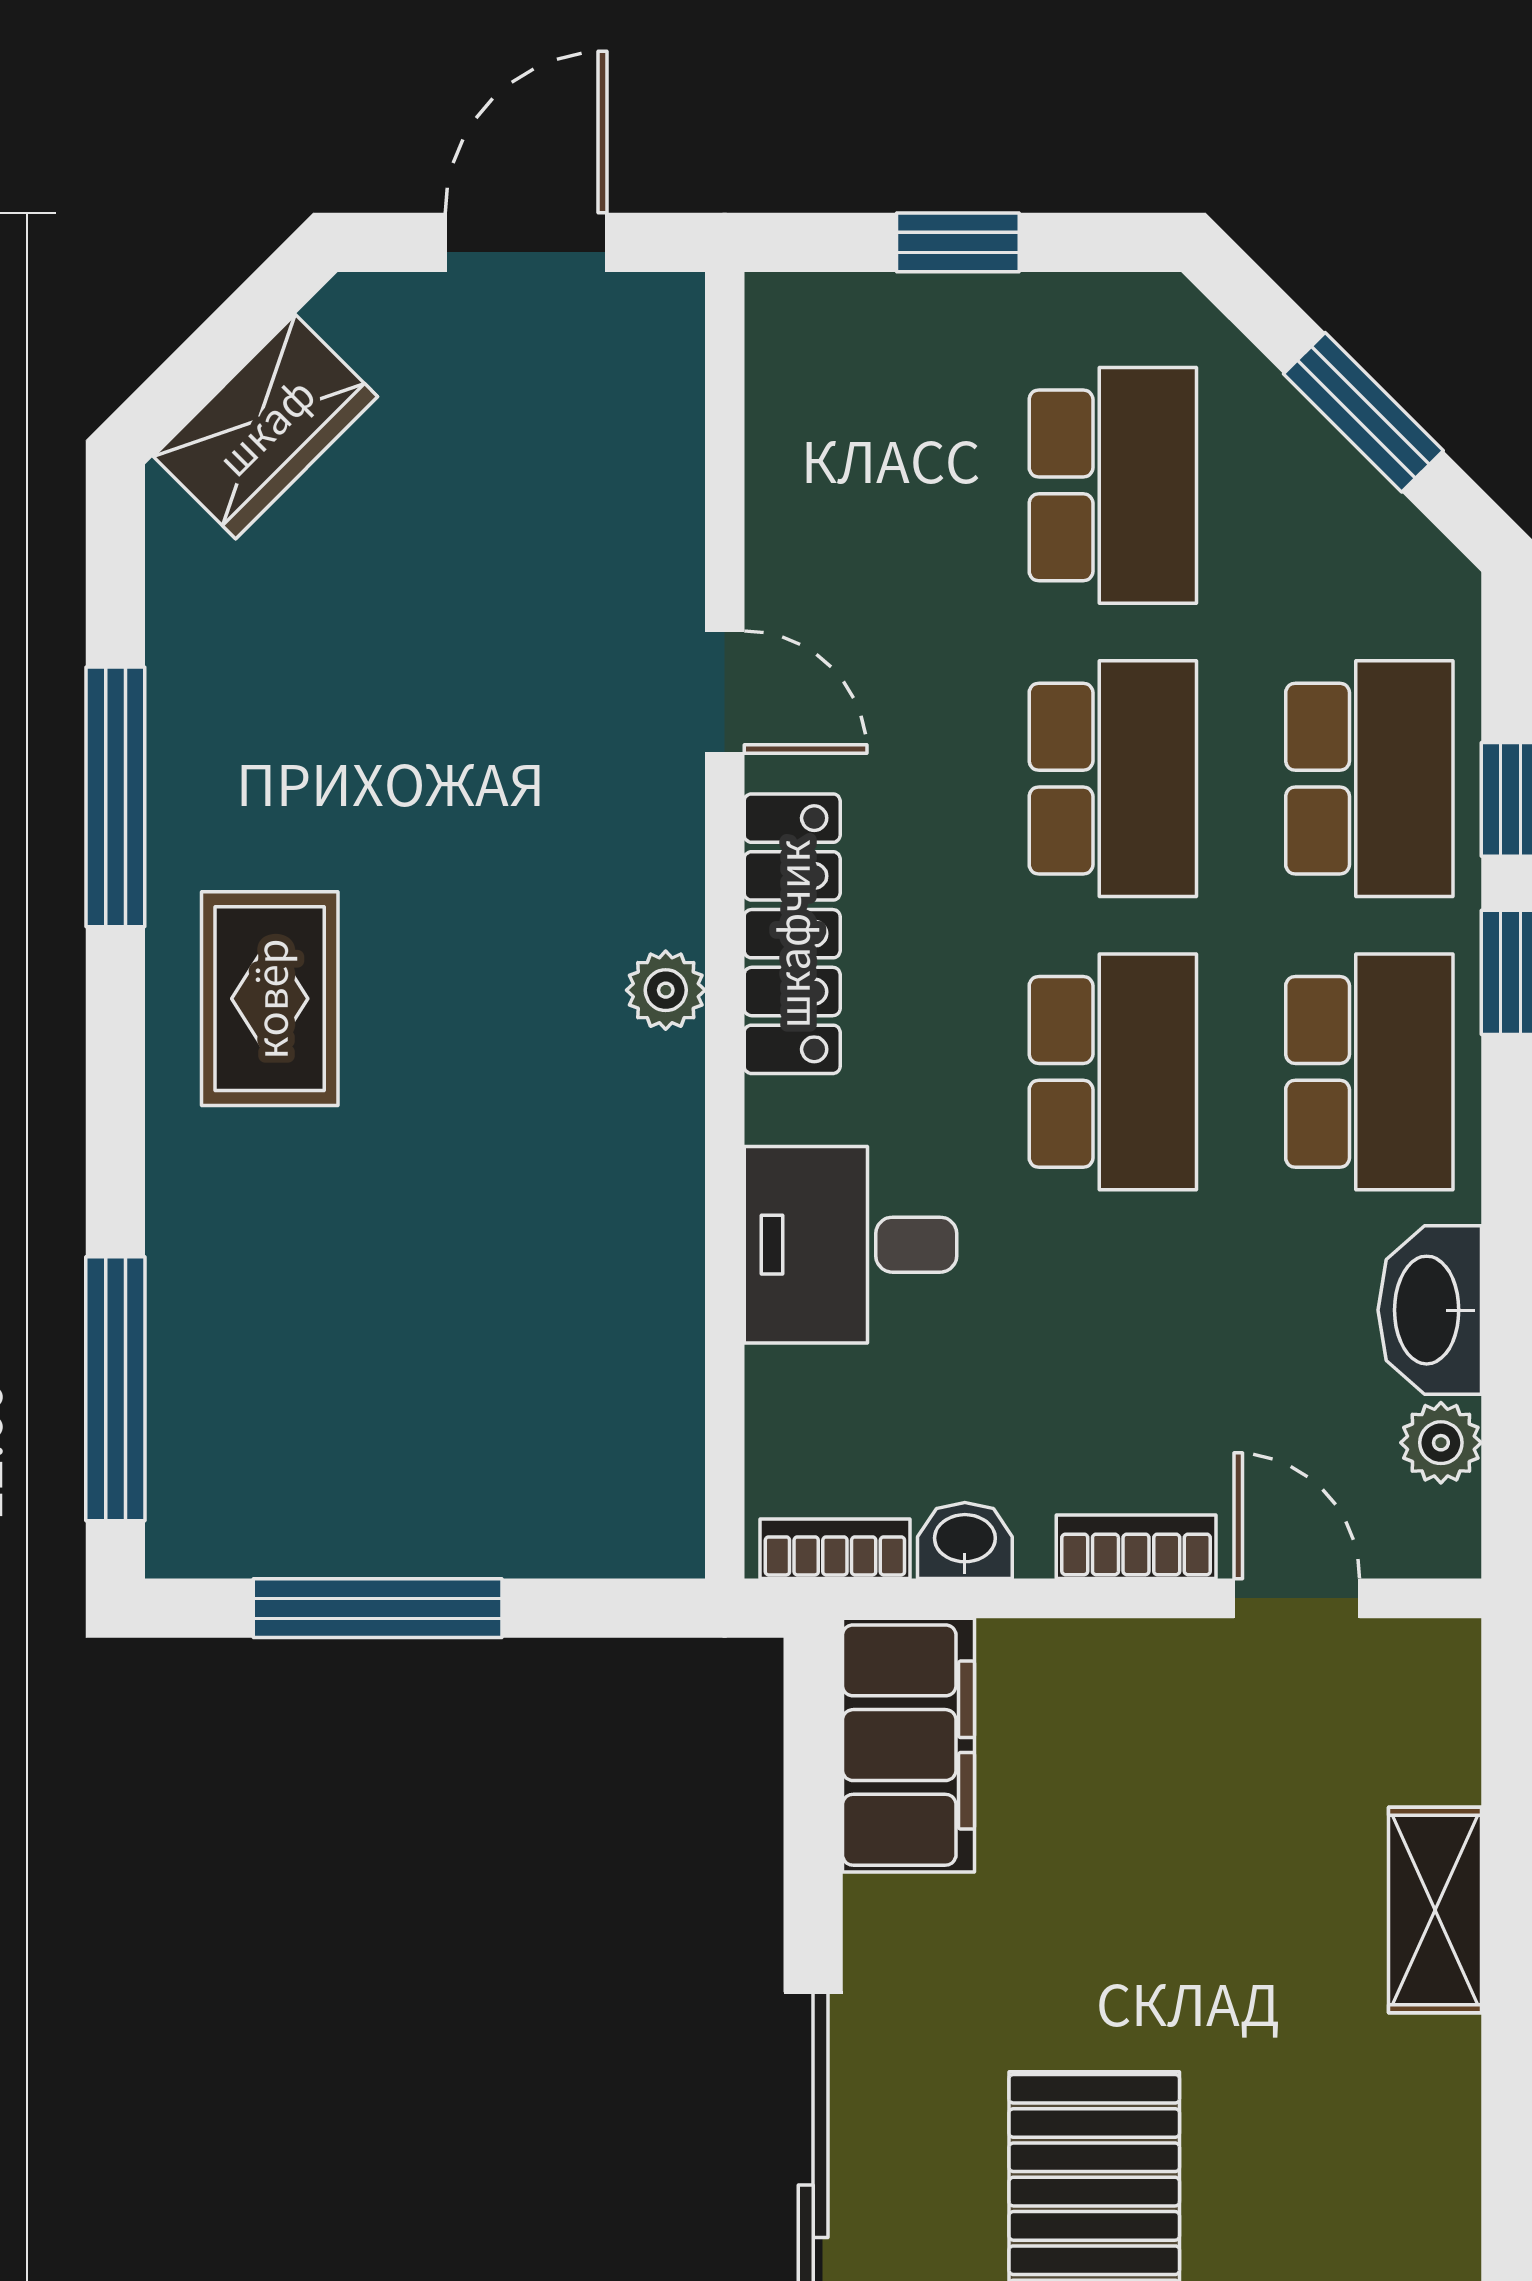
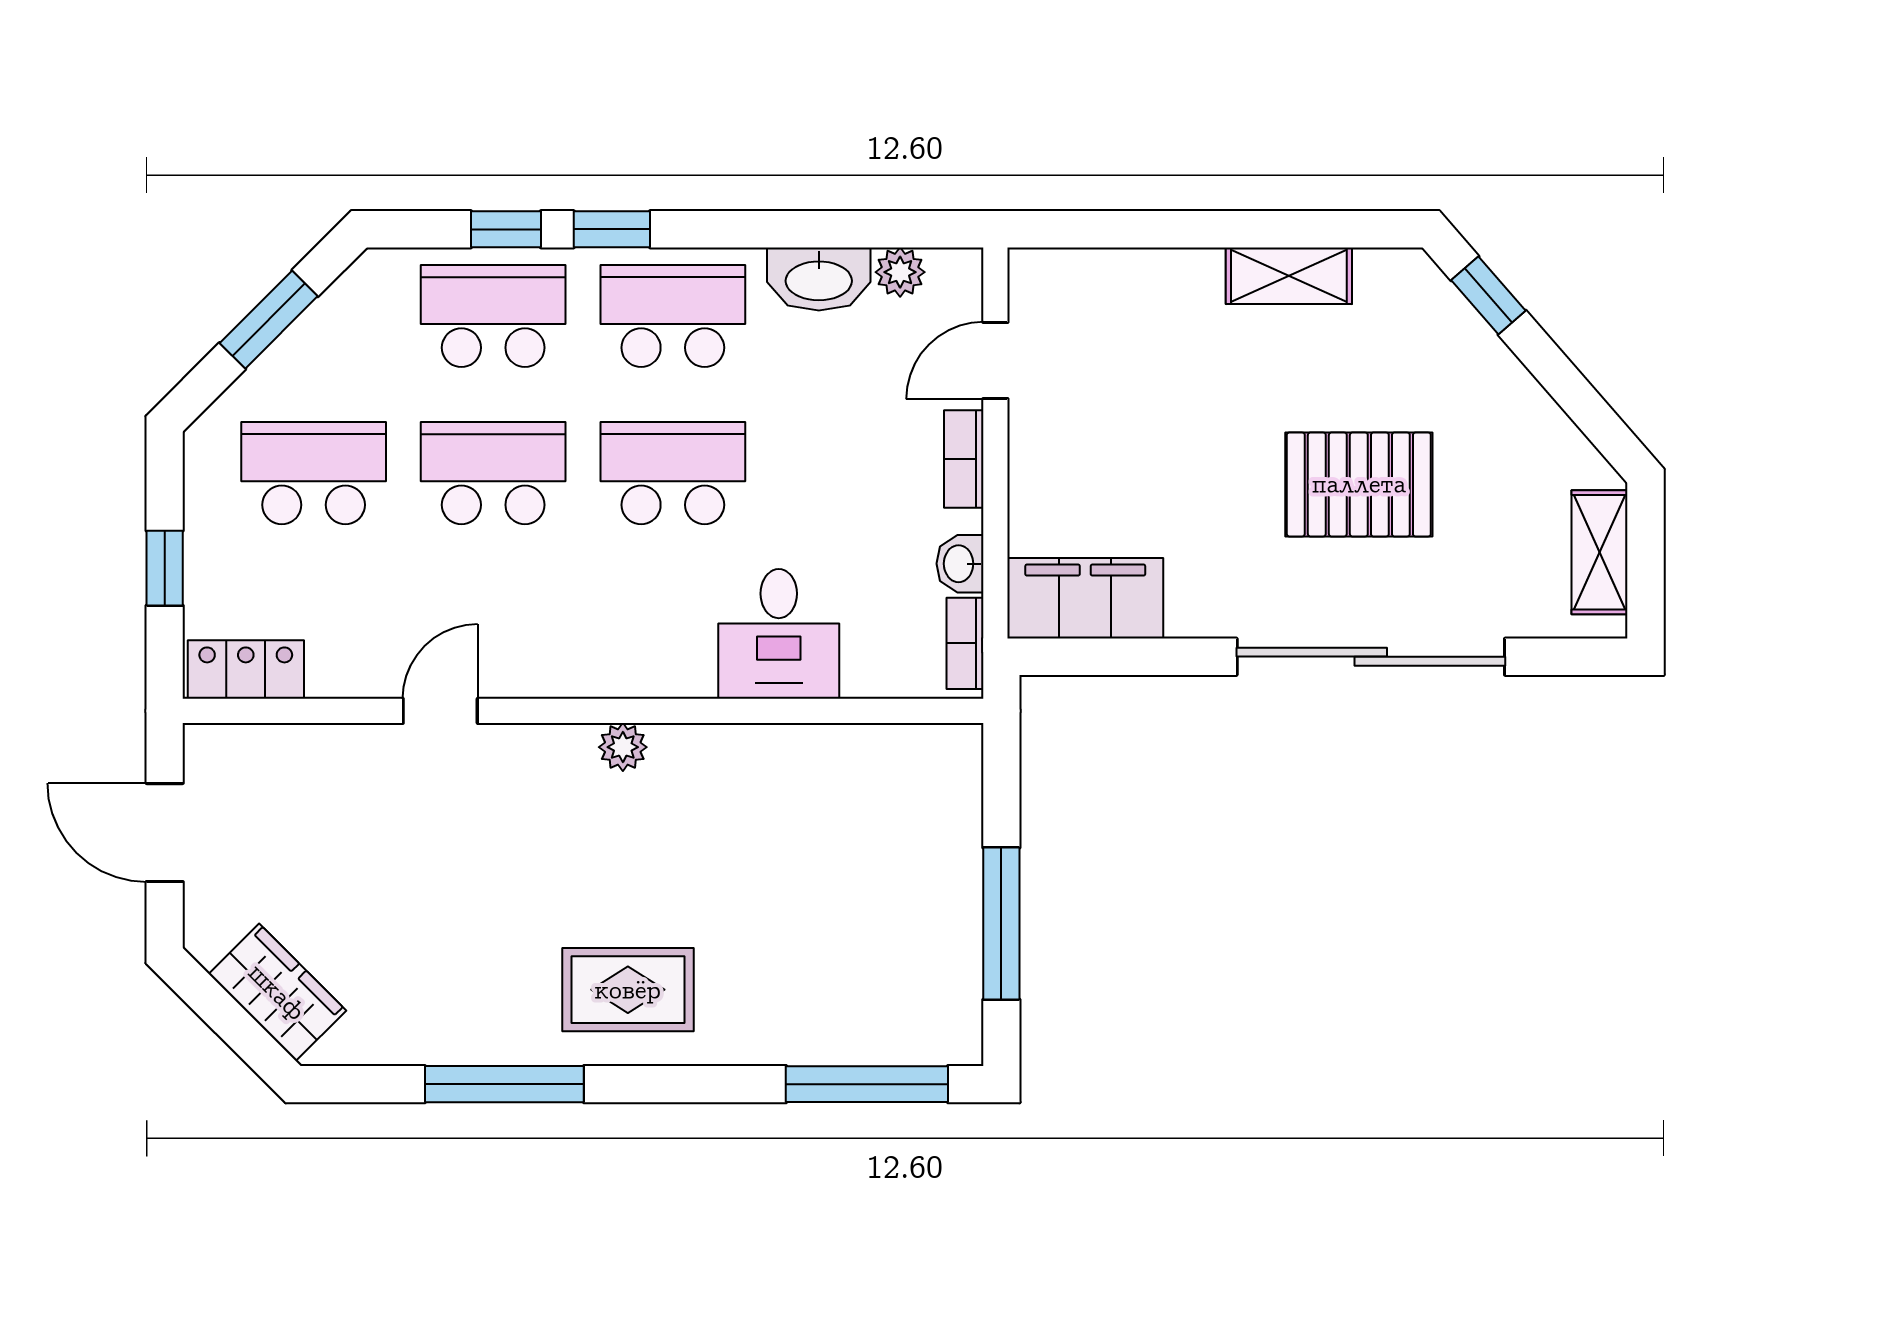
locker: (792, 934) -> (246, 670), moved, width x0.66
shelving: (1435, 1910) -> (1289, 276), moved

